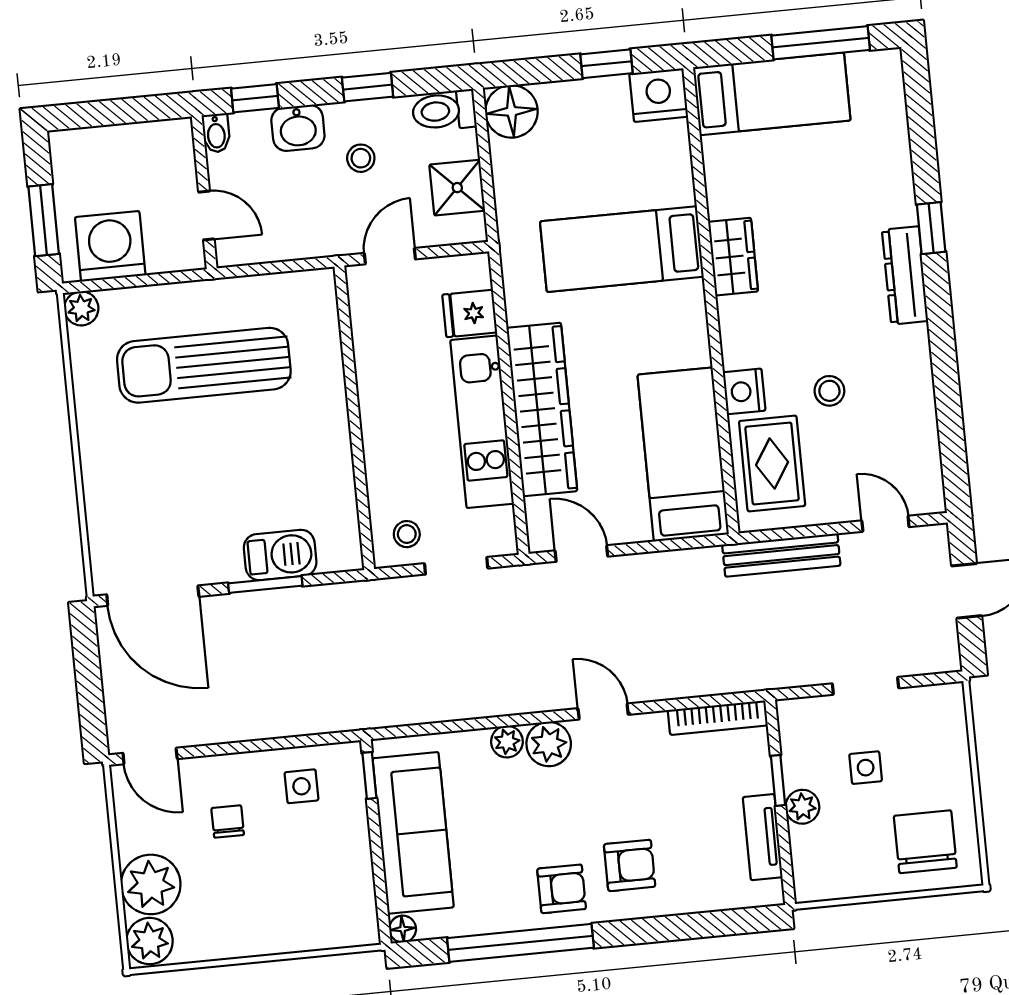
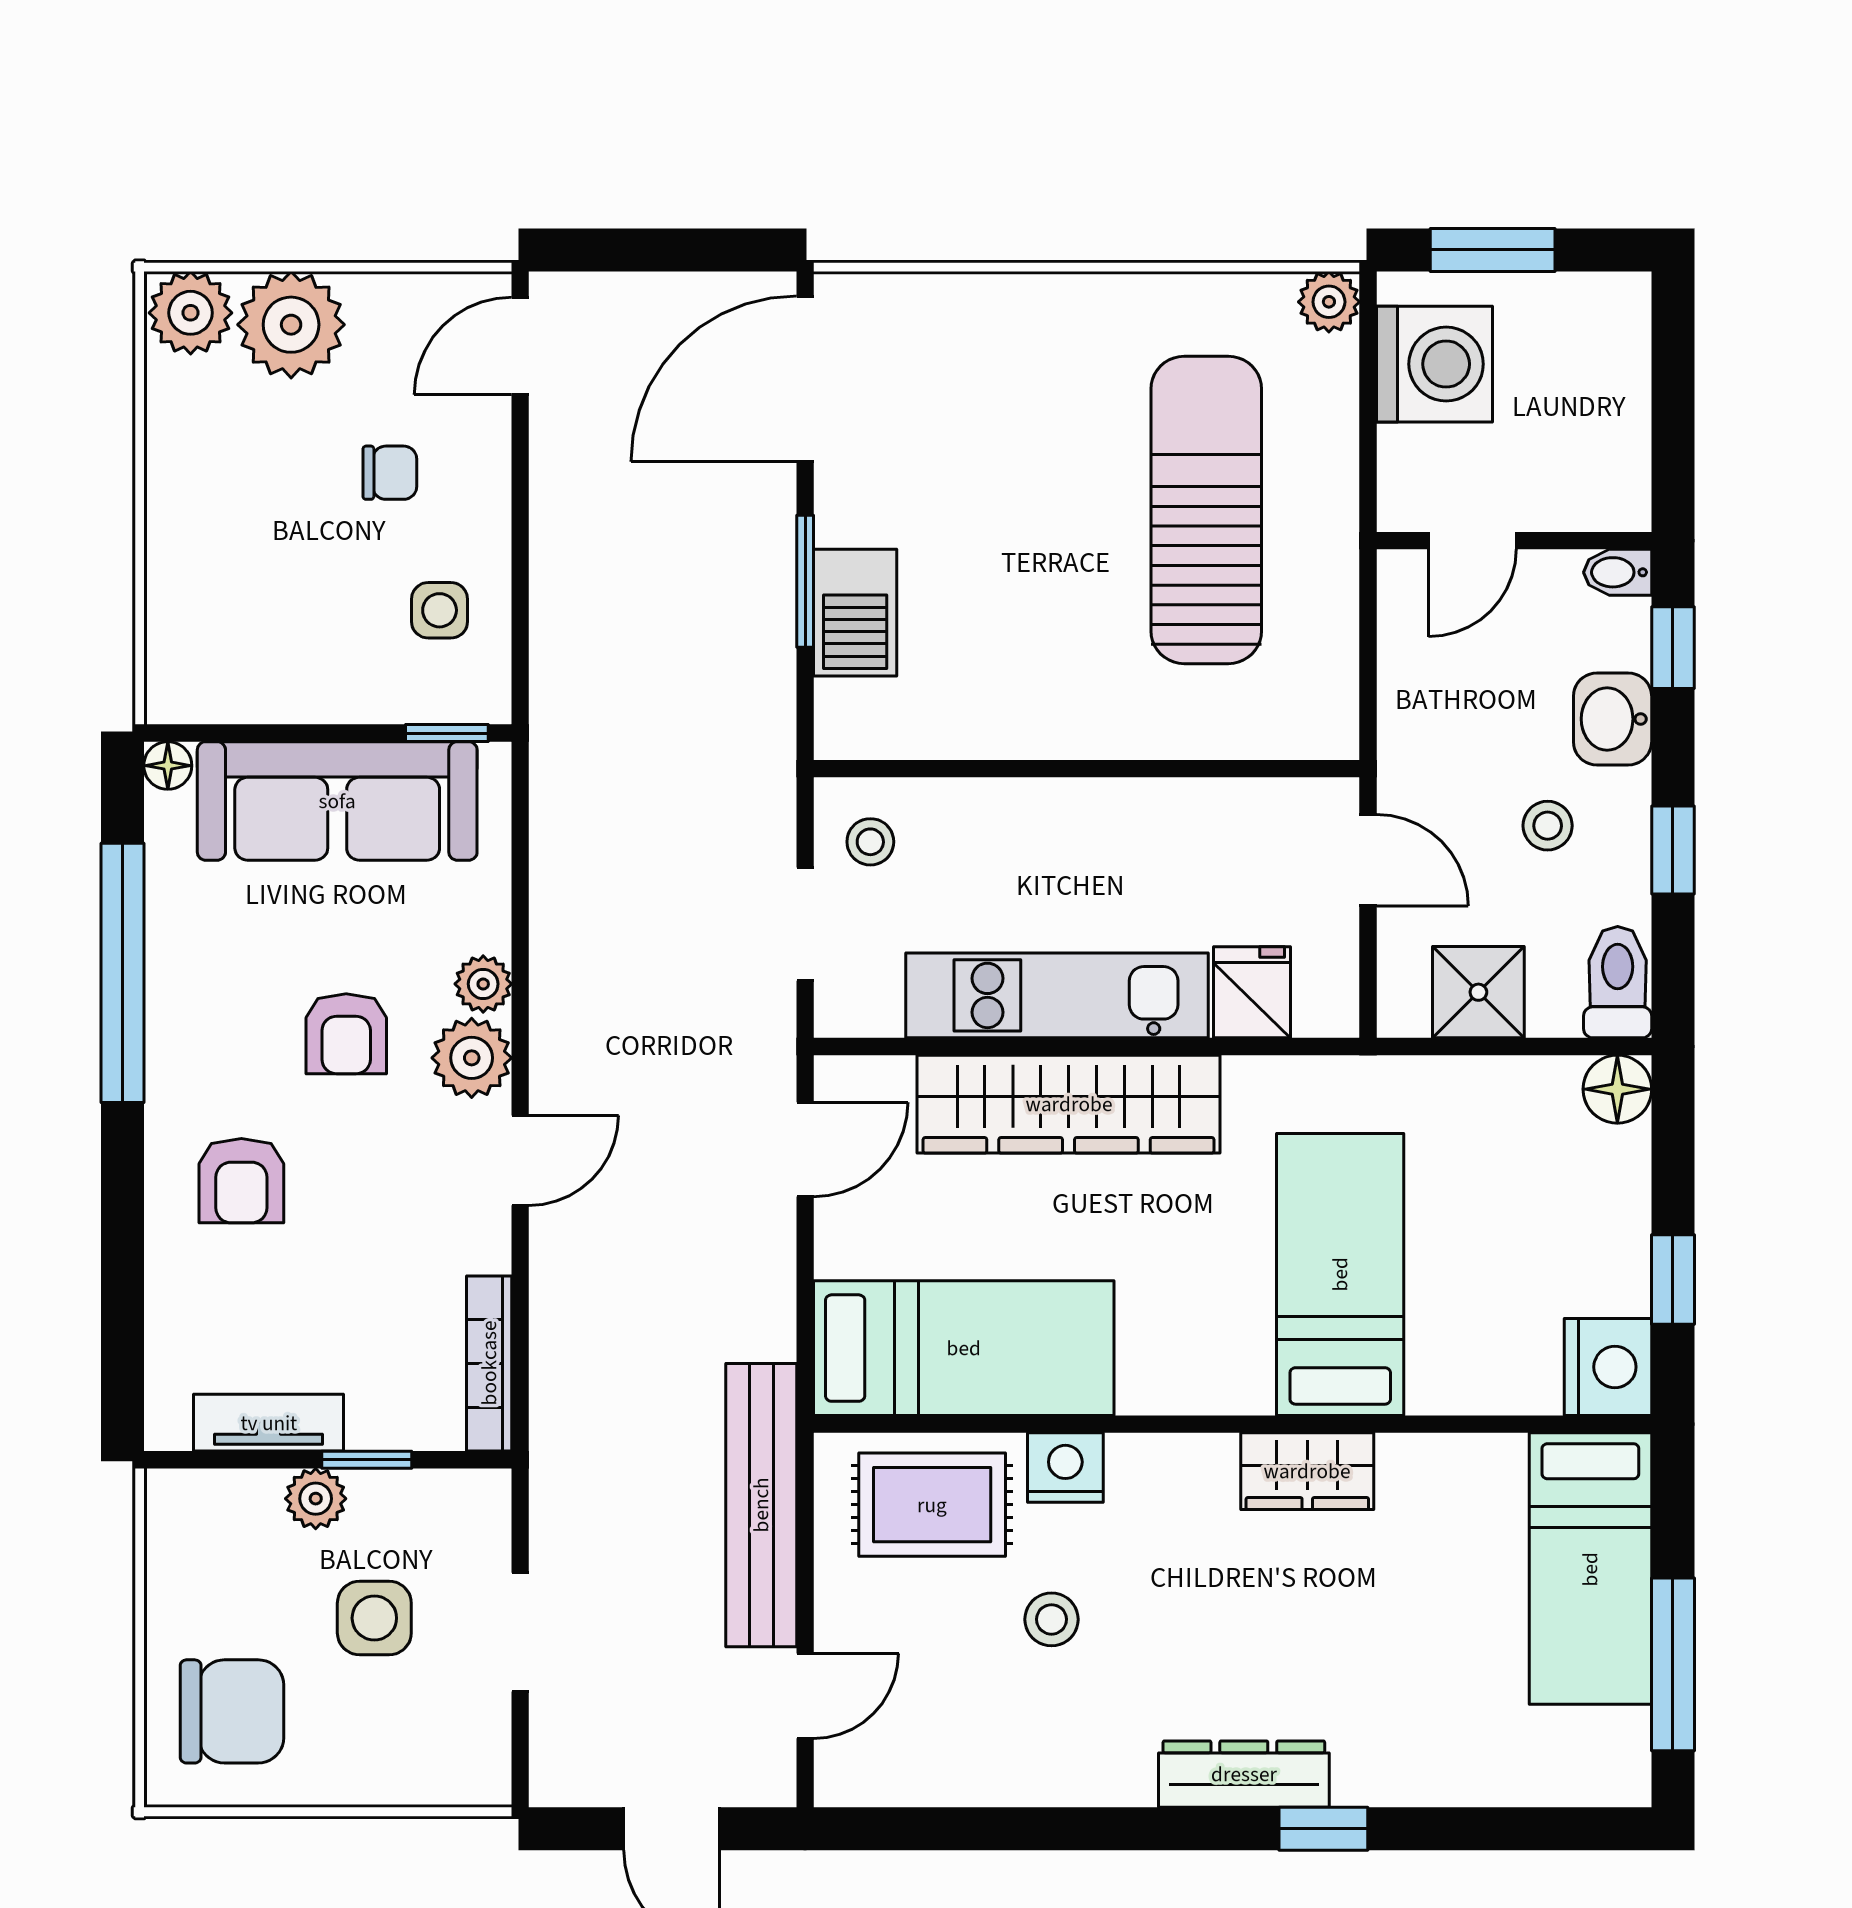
floor lamp: (511, 111) -> (1617, 1089), width x0.73, depth x0.73
bench: (781, 555) -> (761, 1505), width x1.37, depth x1.21
side table: (866, 768) -> (374, 1618), width x1.37, depth x1.37
armchair: (562, 889) -> (346, 1034), moved

